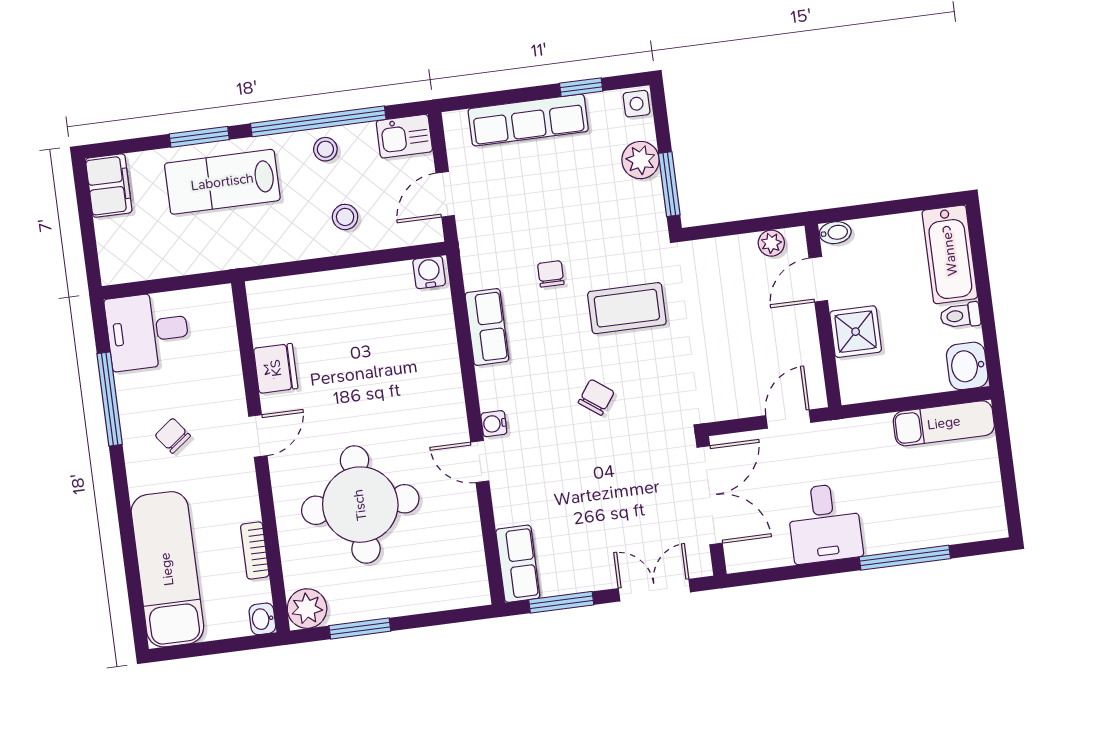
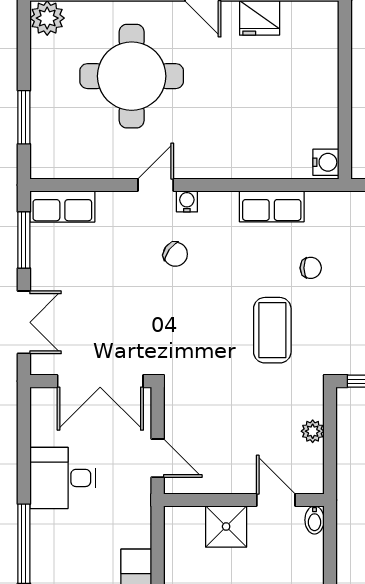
plant: (771, 243) -> (313, 431), moved
chair: (596, 397) -> (175, 254), moved
window: (360, 628) -> (24, 117), moved

